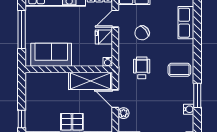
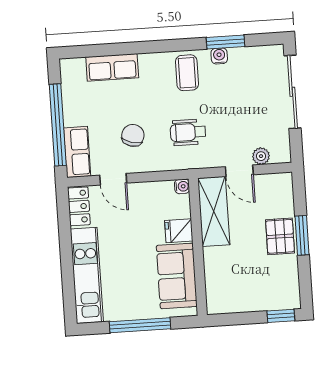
chair: (142, 33) -> (133, 135), turned -125
fridge: (104, 37) -> (179, 231), moved, turned 90
door: (115, 99) -> (239, 171), hinge flipped
water cooler: (189, 109) -> (219, 56), moved

